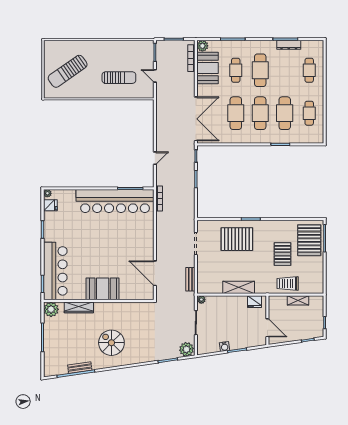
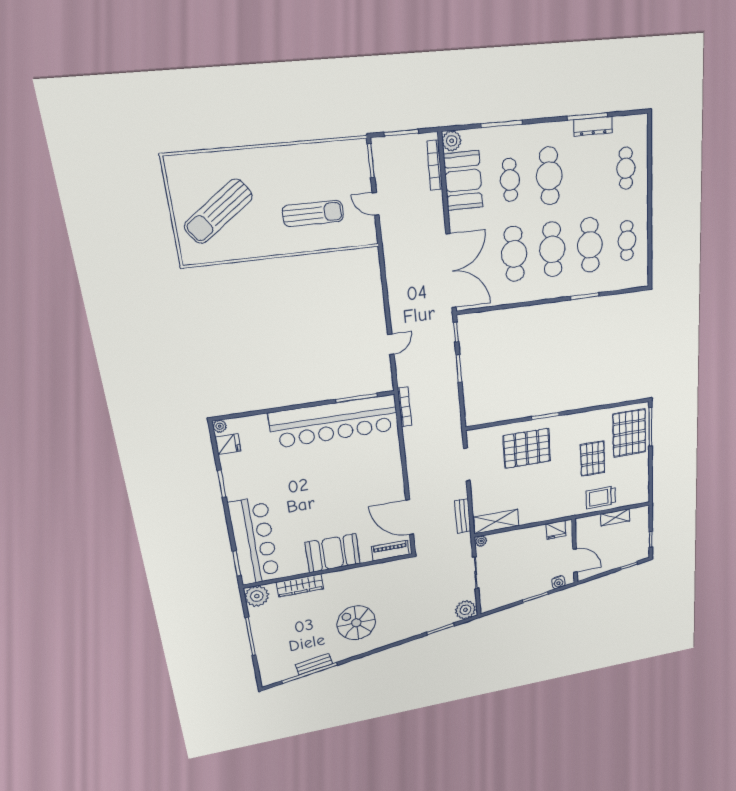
shelving: (239, 287) -> (496, 522), moved
piano: (140, 294) -> (390, 551), added
water cooler: (224, 347) -> (558, 582), moved

